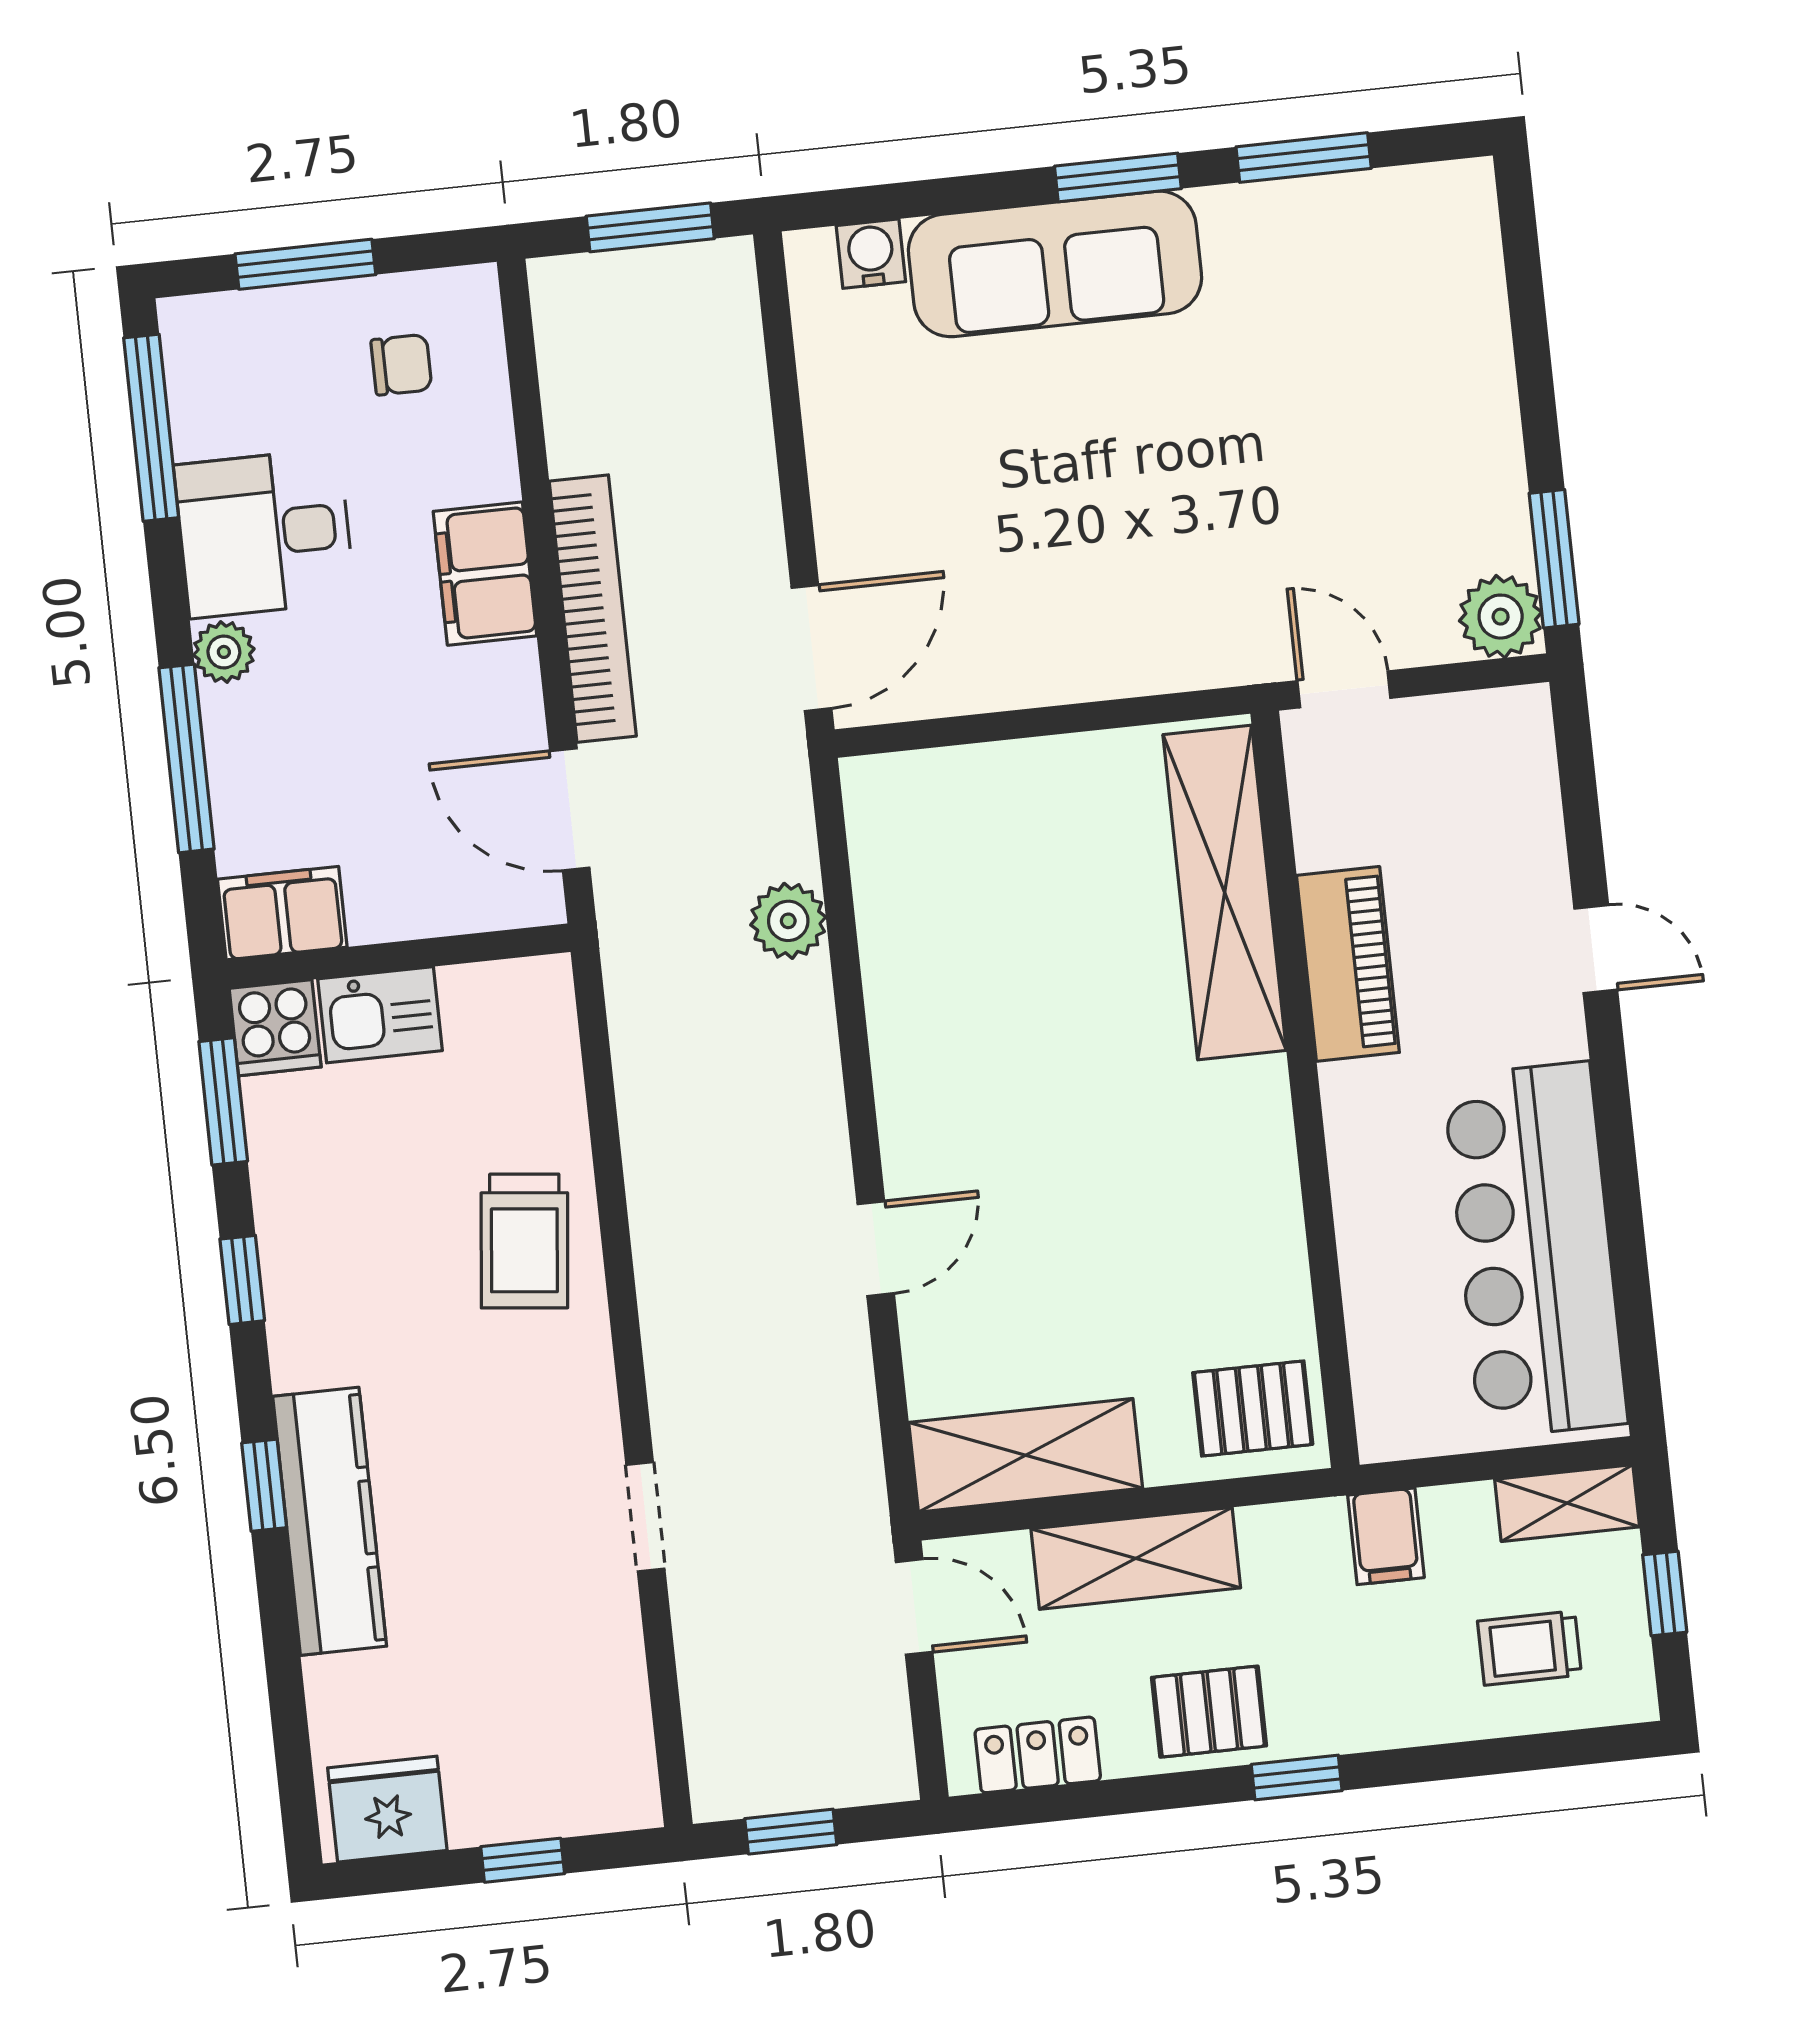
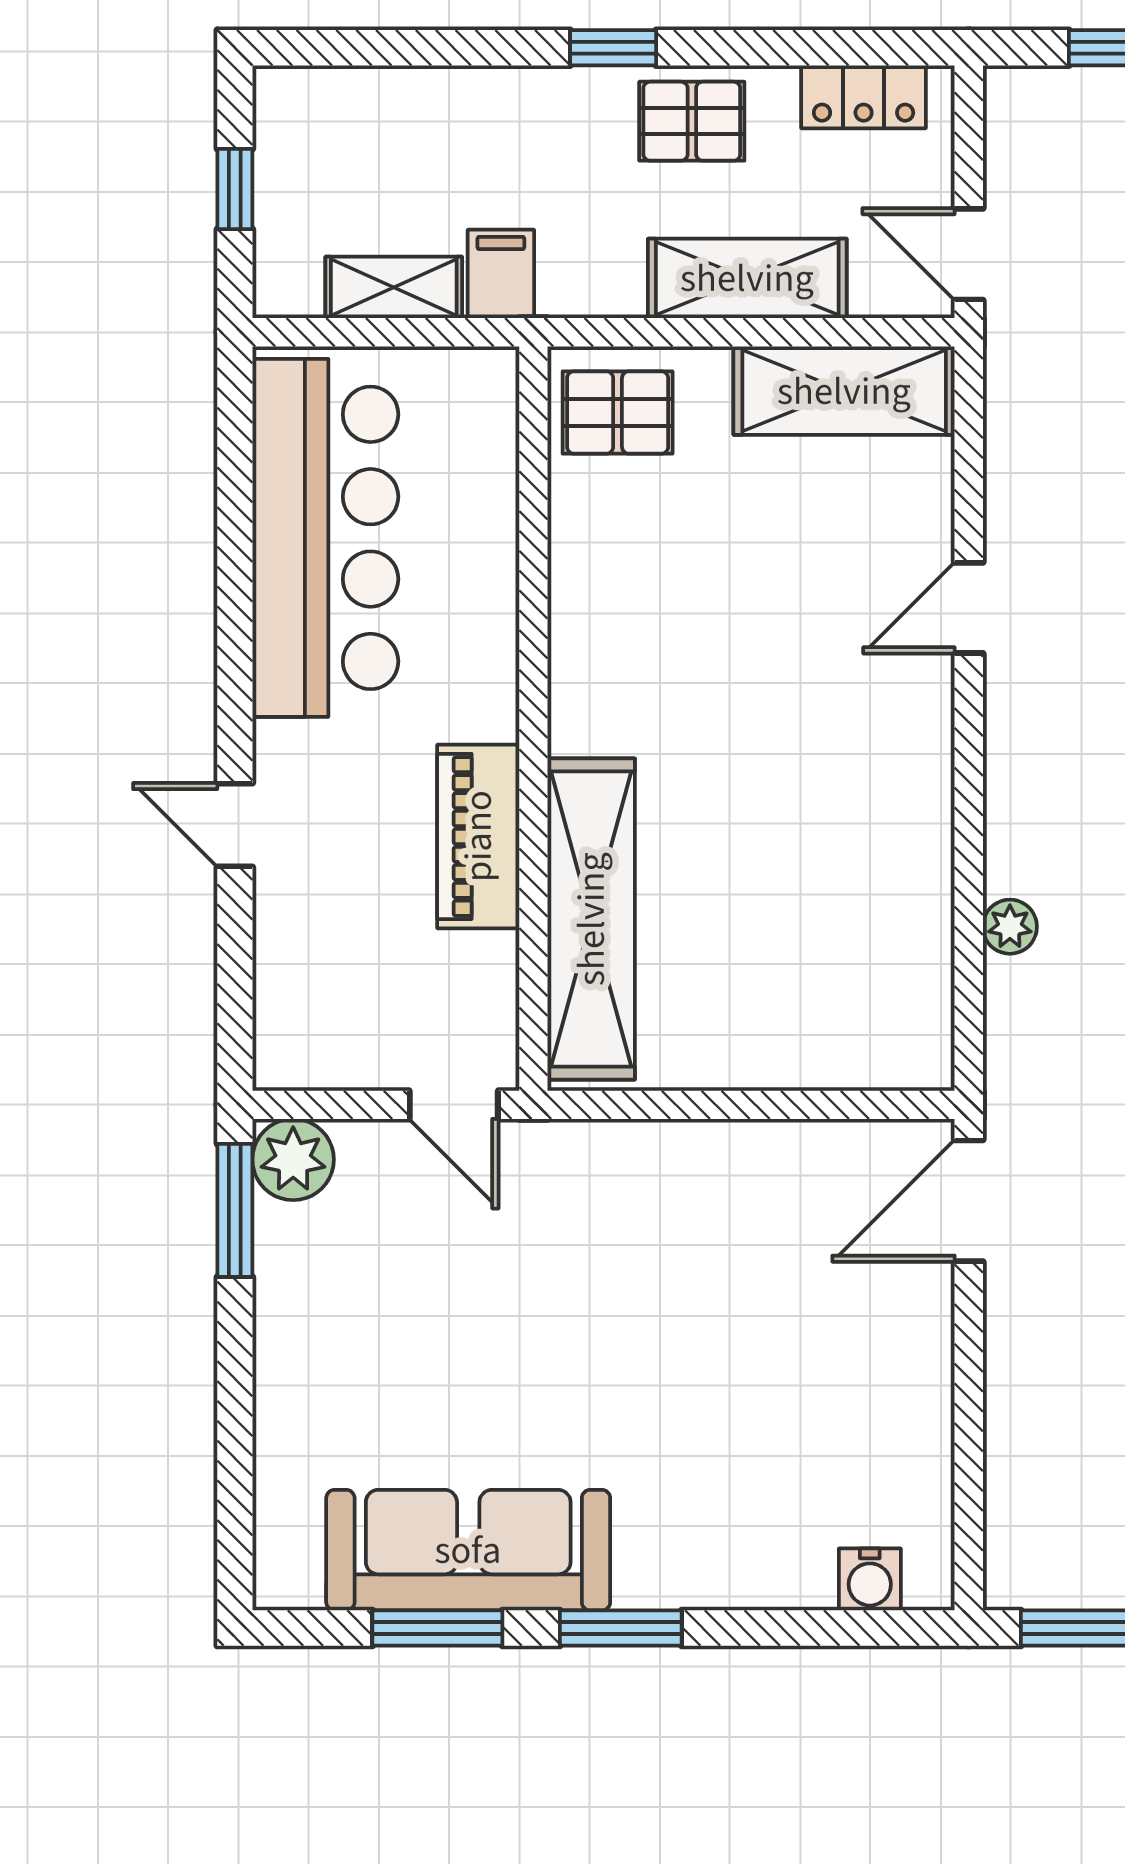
sofa: (1055, 264) -> (468, 1550), moved
plant: (788, 921) -> (1010, 927), width x0.73, depth x0.73
shelving: (1567, 1503) -> (394, 287), moved
trolley: (1529, 1648) -> (372, 150), removed

